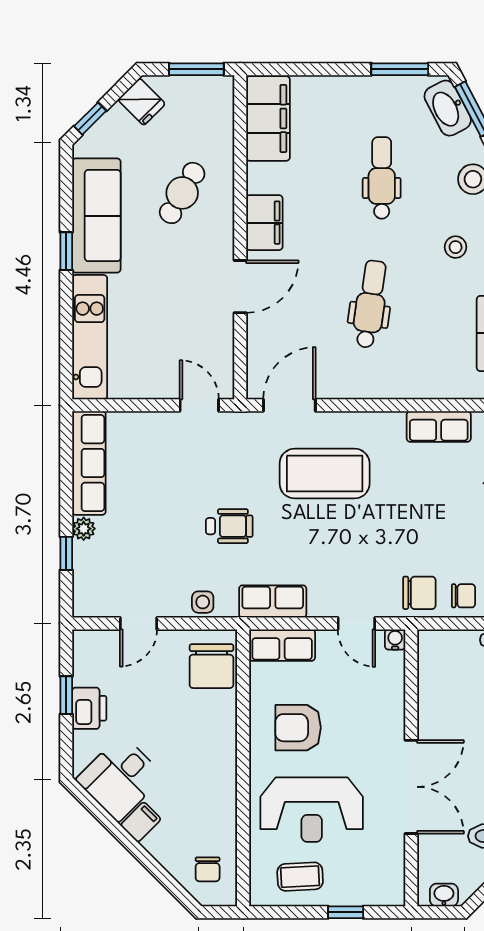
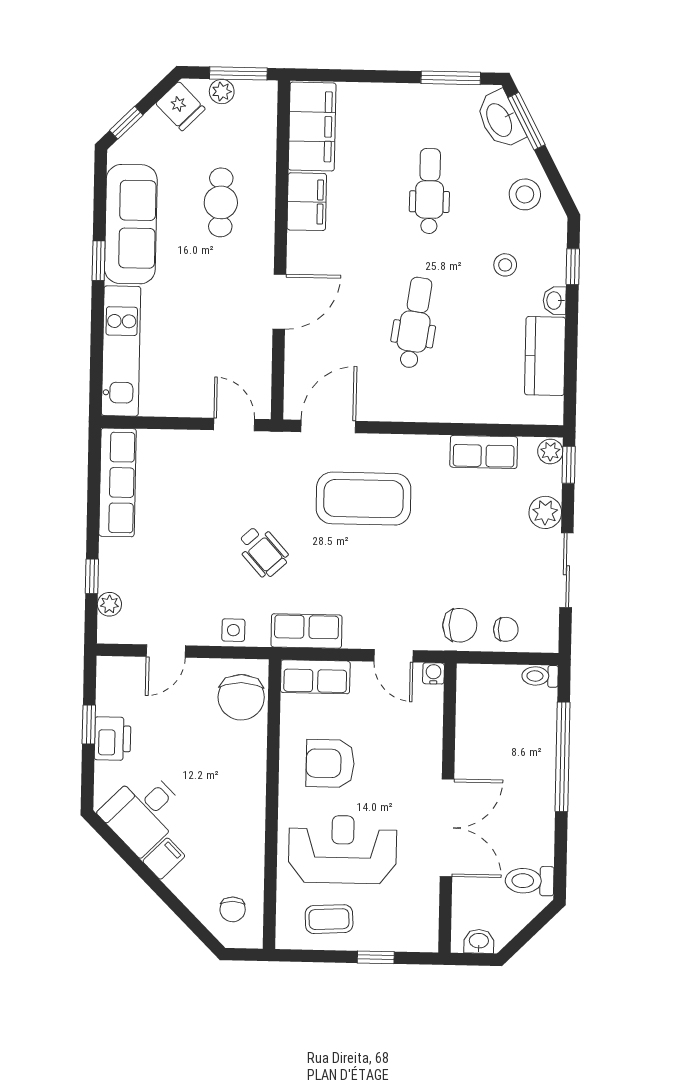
plant: (181, 87) -> (222, 92), added
cafe table: (182, 193) -> (221, 202), turned -30
filing cabinet: (264, 223) -> (307, 202), moved
wheelchair: (229, 526) -> (263, 551), turned 48
plant: (84, 529) -> (109, 604), moved
reception desk: (312, 810) -> (343, 849), turned 180

